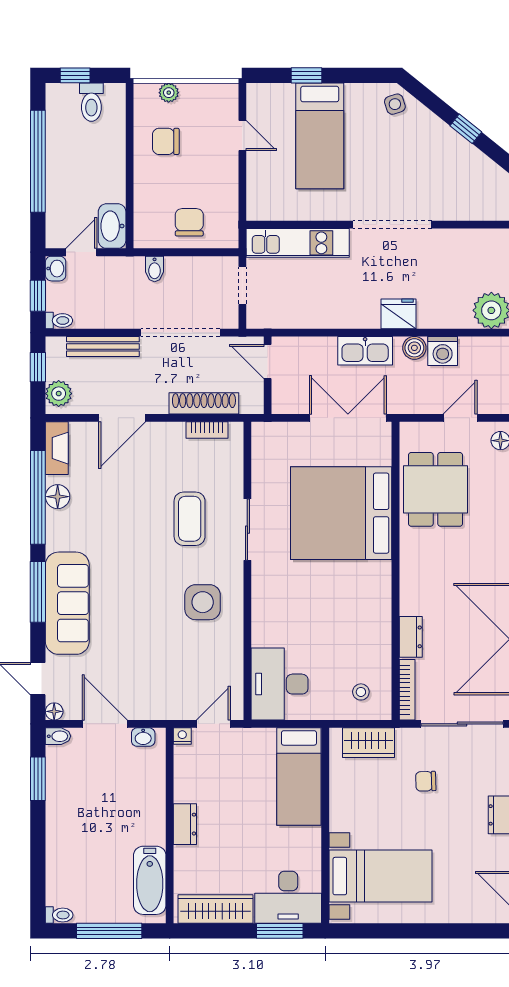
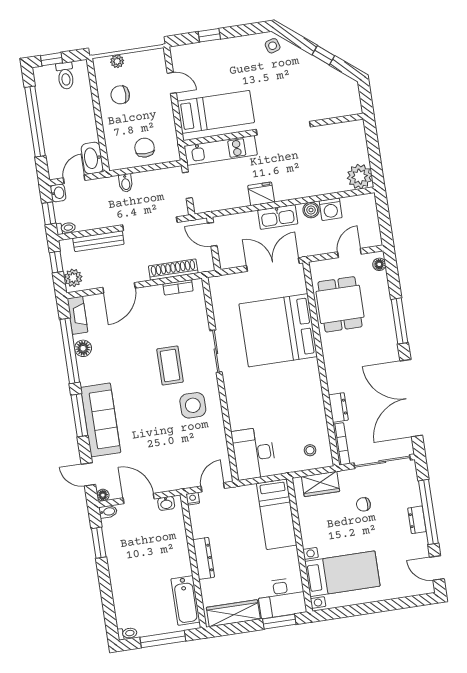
bed: (320, 136) -> (216, 112), moved, turned -90
fridge: (398, 314) -> (261, 194), moved
coffee table: (190, 519) -> (170, 365), moved
dresser: (185, 824) -> (204, 558), width x1.44

